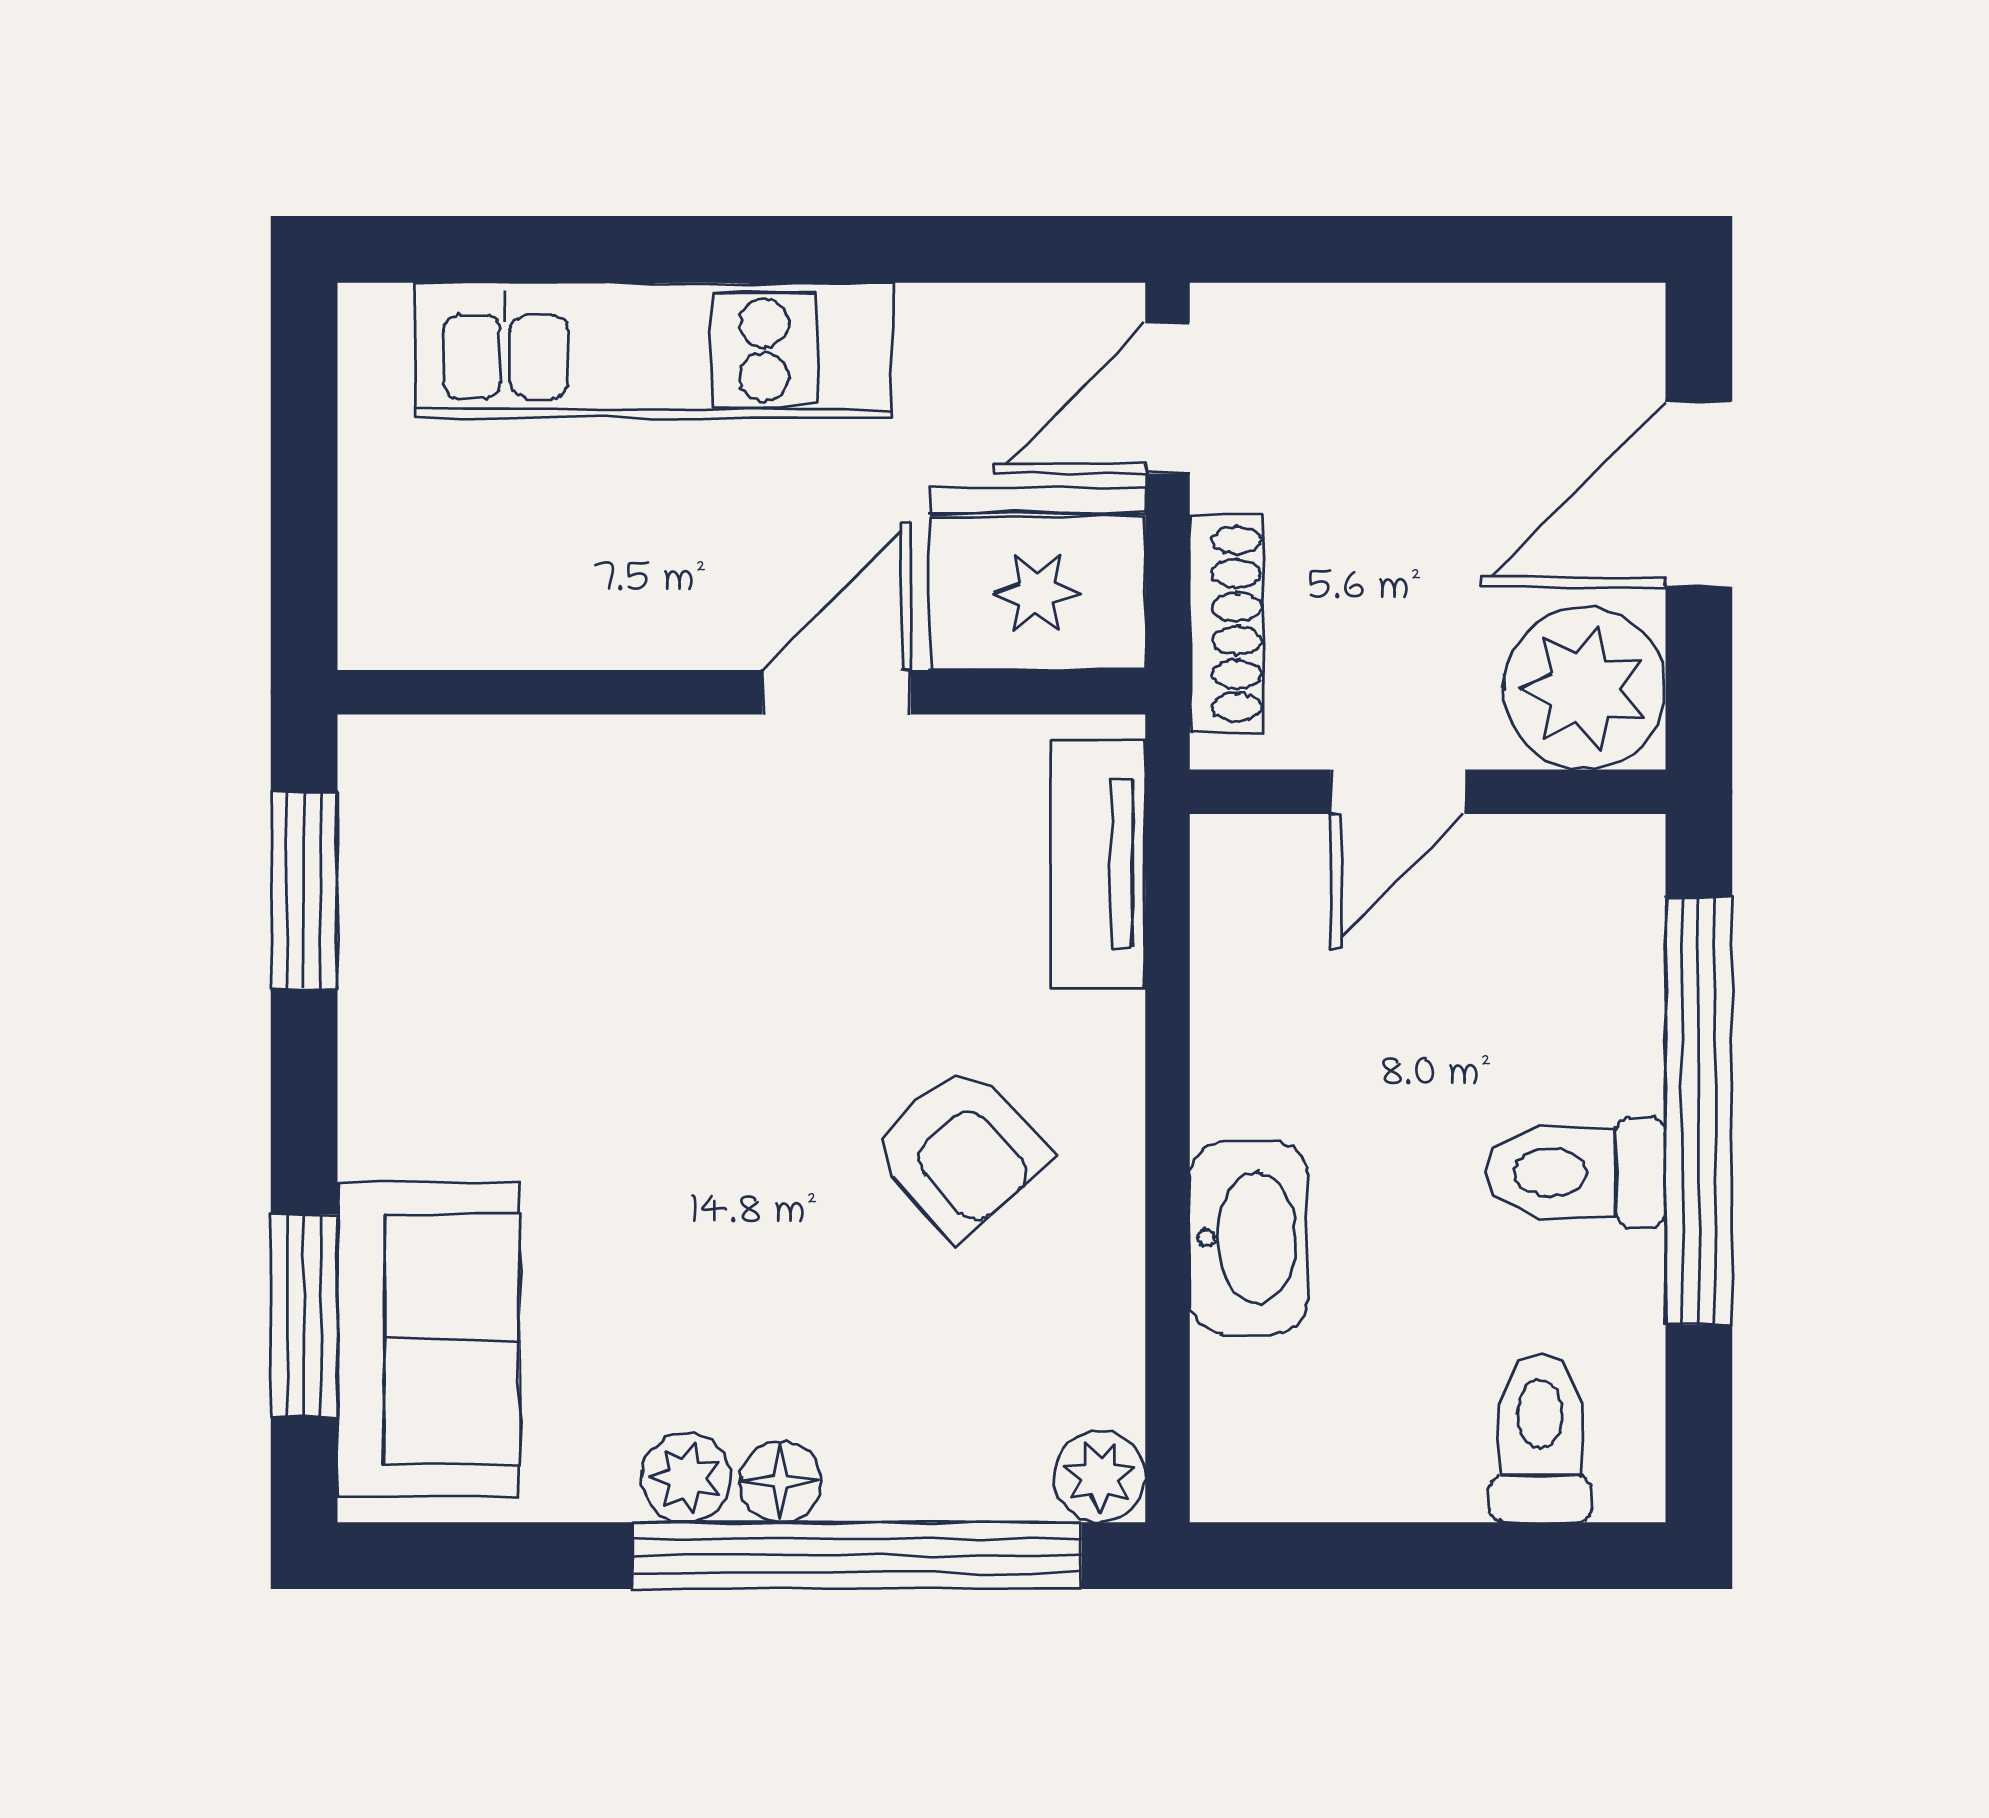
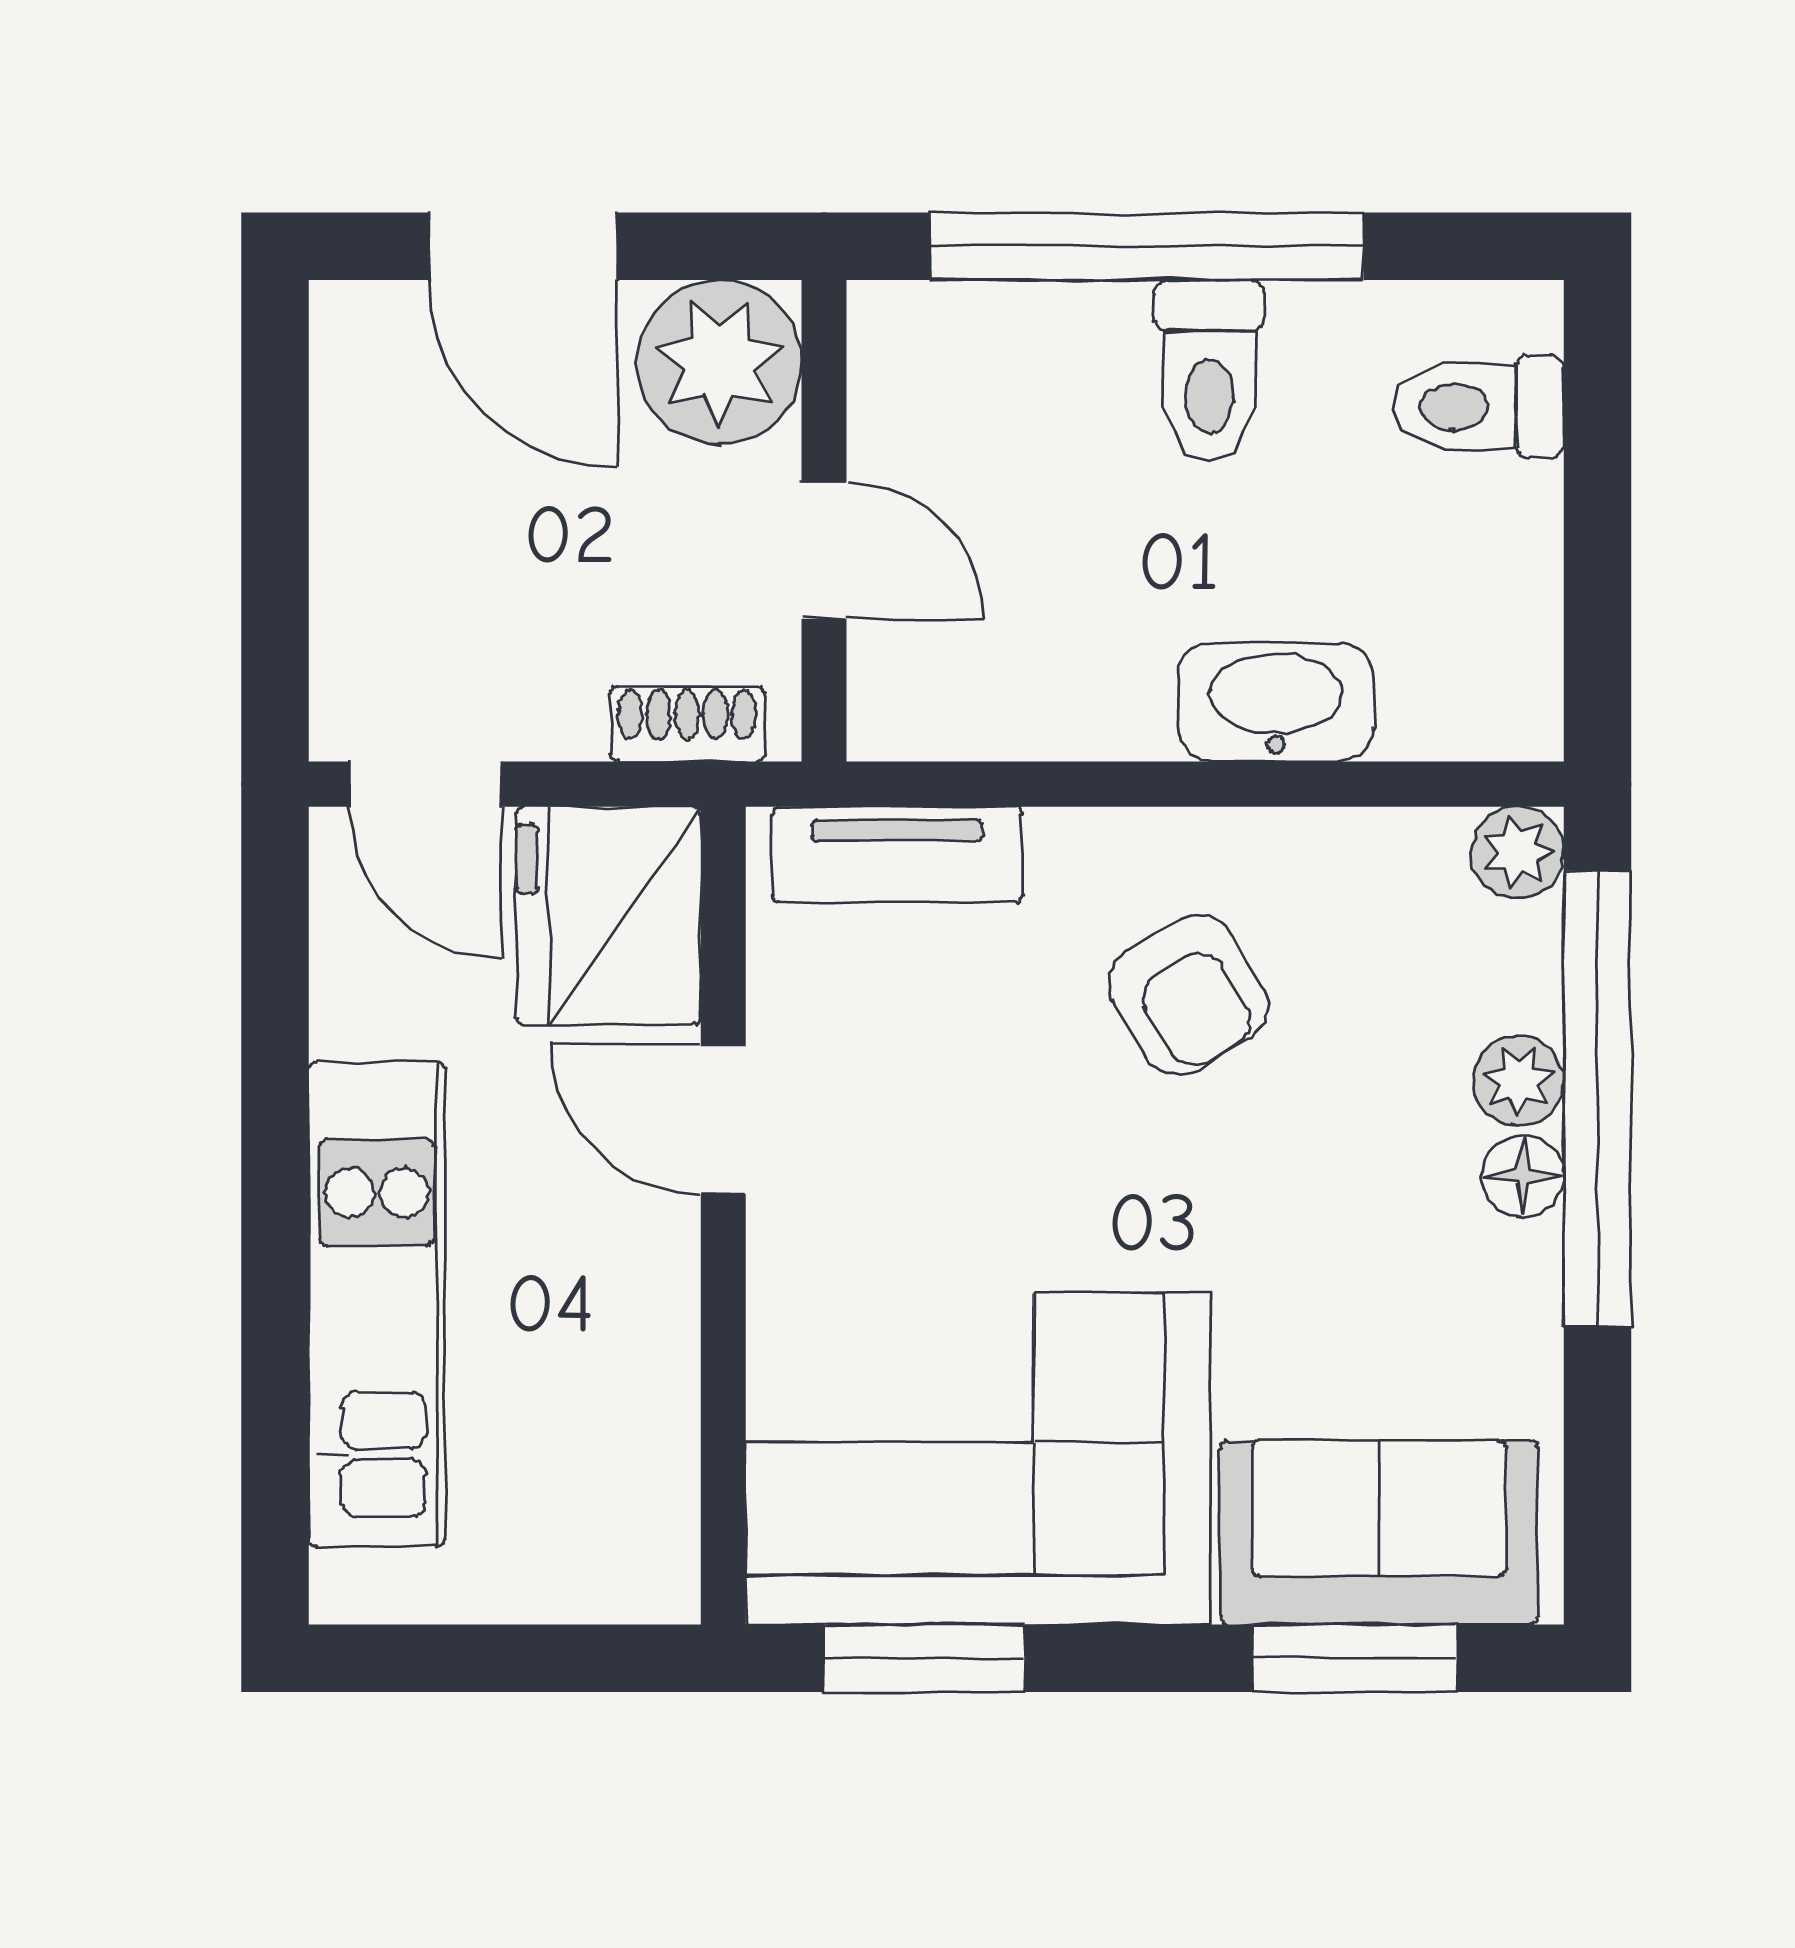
shoe rack: (1227, 624) -> (687, 724), width x0.70
corner sofa: (501, 944) -> (978, 1459), added
armchair: (960, 1152) -> (1188, 995), turned 102
plant: (686, 1478) -> (1518, 1081), moved

